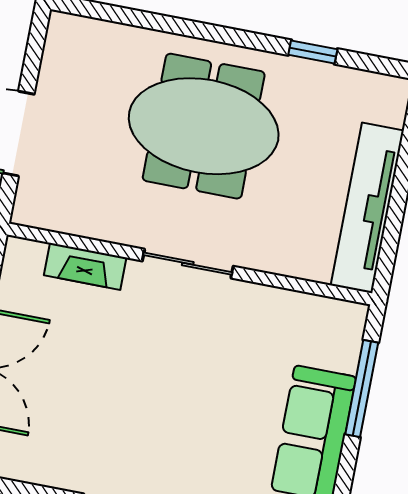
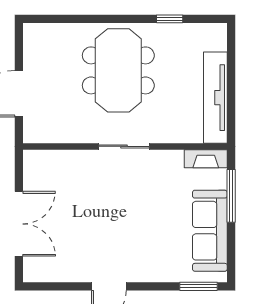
meeting table: (204, 126) -> (118, 70), turned 90
fireplace: (85, 266) -> (206, 159), moved

